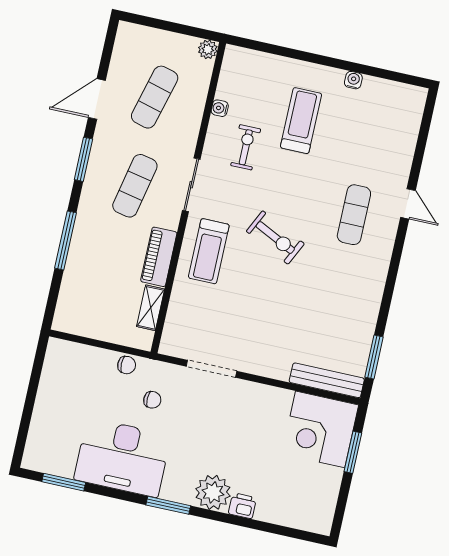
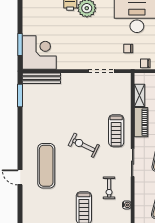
exercise mat: (354, 215) -> (46, 166), width x1.36, depth x1.45
treadmill: (209, 251) -> (116, 131), turned 180

